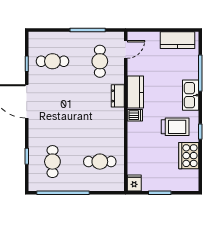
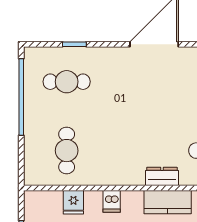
dishwasher: (135, 115) -> (112, 201), moved
fridge: (134, 183) -> (73, 202), moved, turned 90

